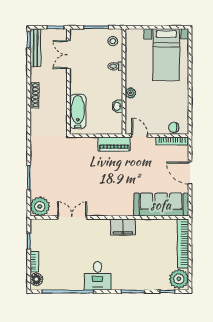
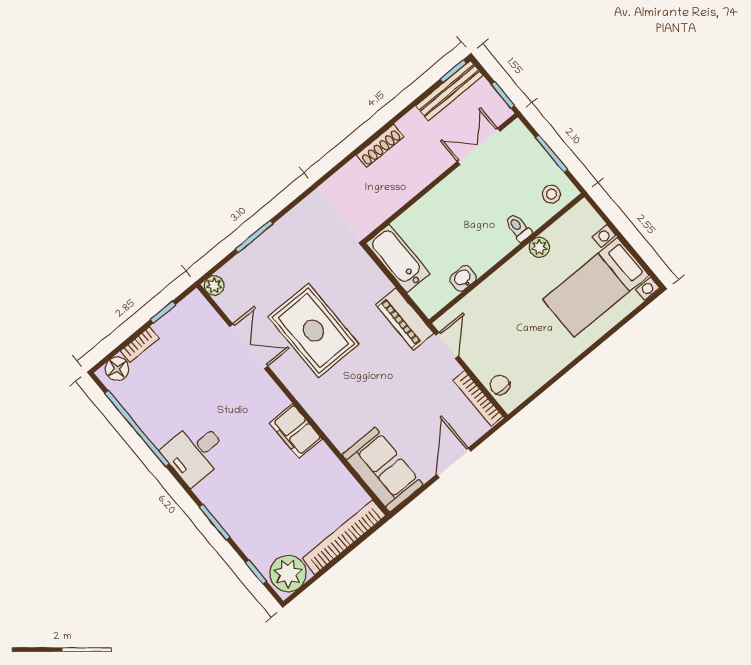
plant: (131, 93) -> (539, 247), moved
bathtub: (78, 111) -> (398, 259), moved, turned -90
rug: (88, 186) -> (313, 331), added
sofa: (161, 205) -> (383, 470), width x0.73
plant: (40, 206) -> (214, 286), width x0.53, depth x0.53

